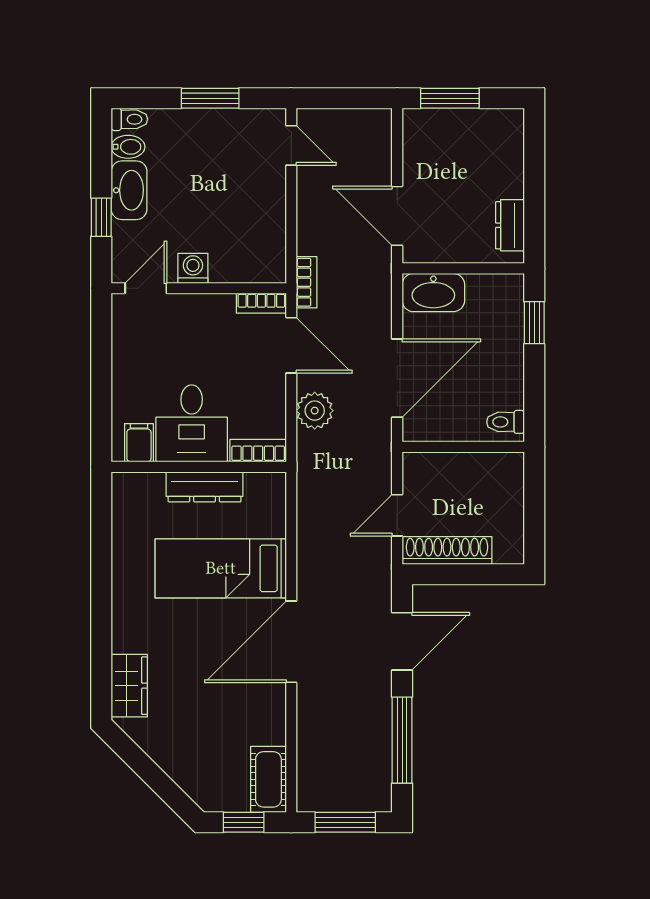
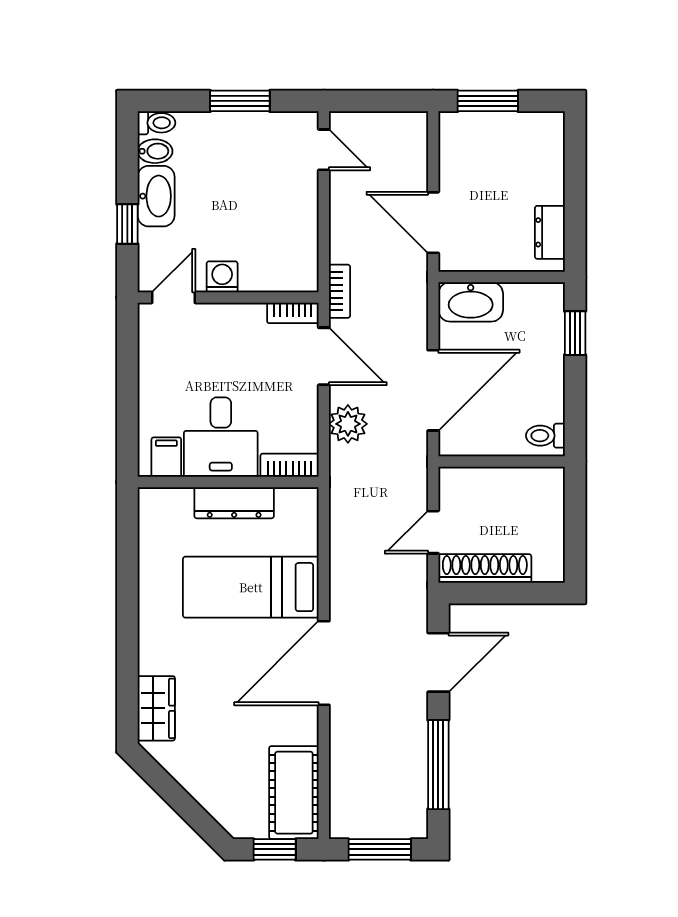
cot: (268, 779) -> (294, 793), width x1.37, depth x1.34

